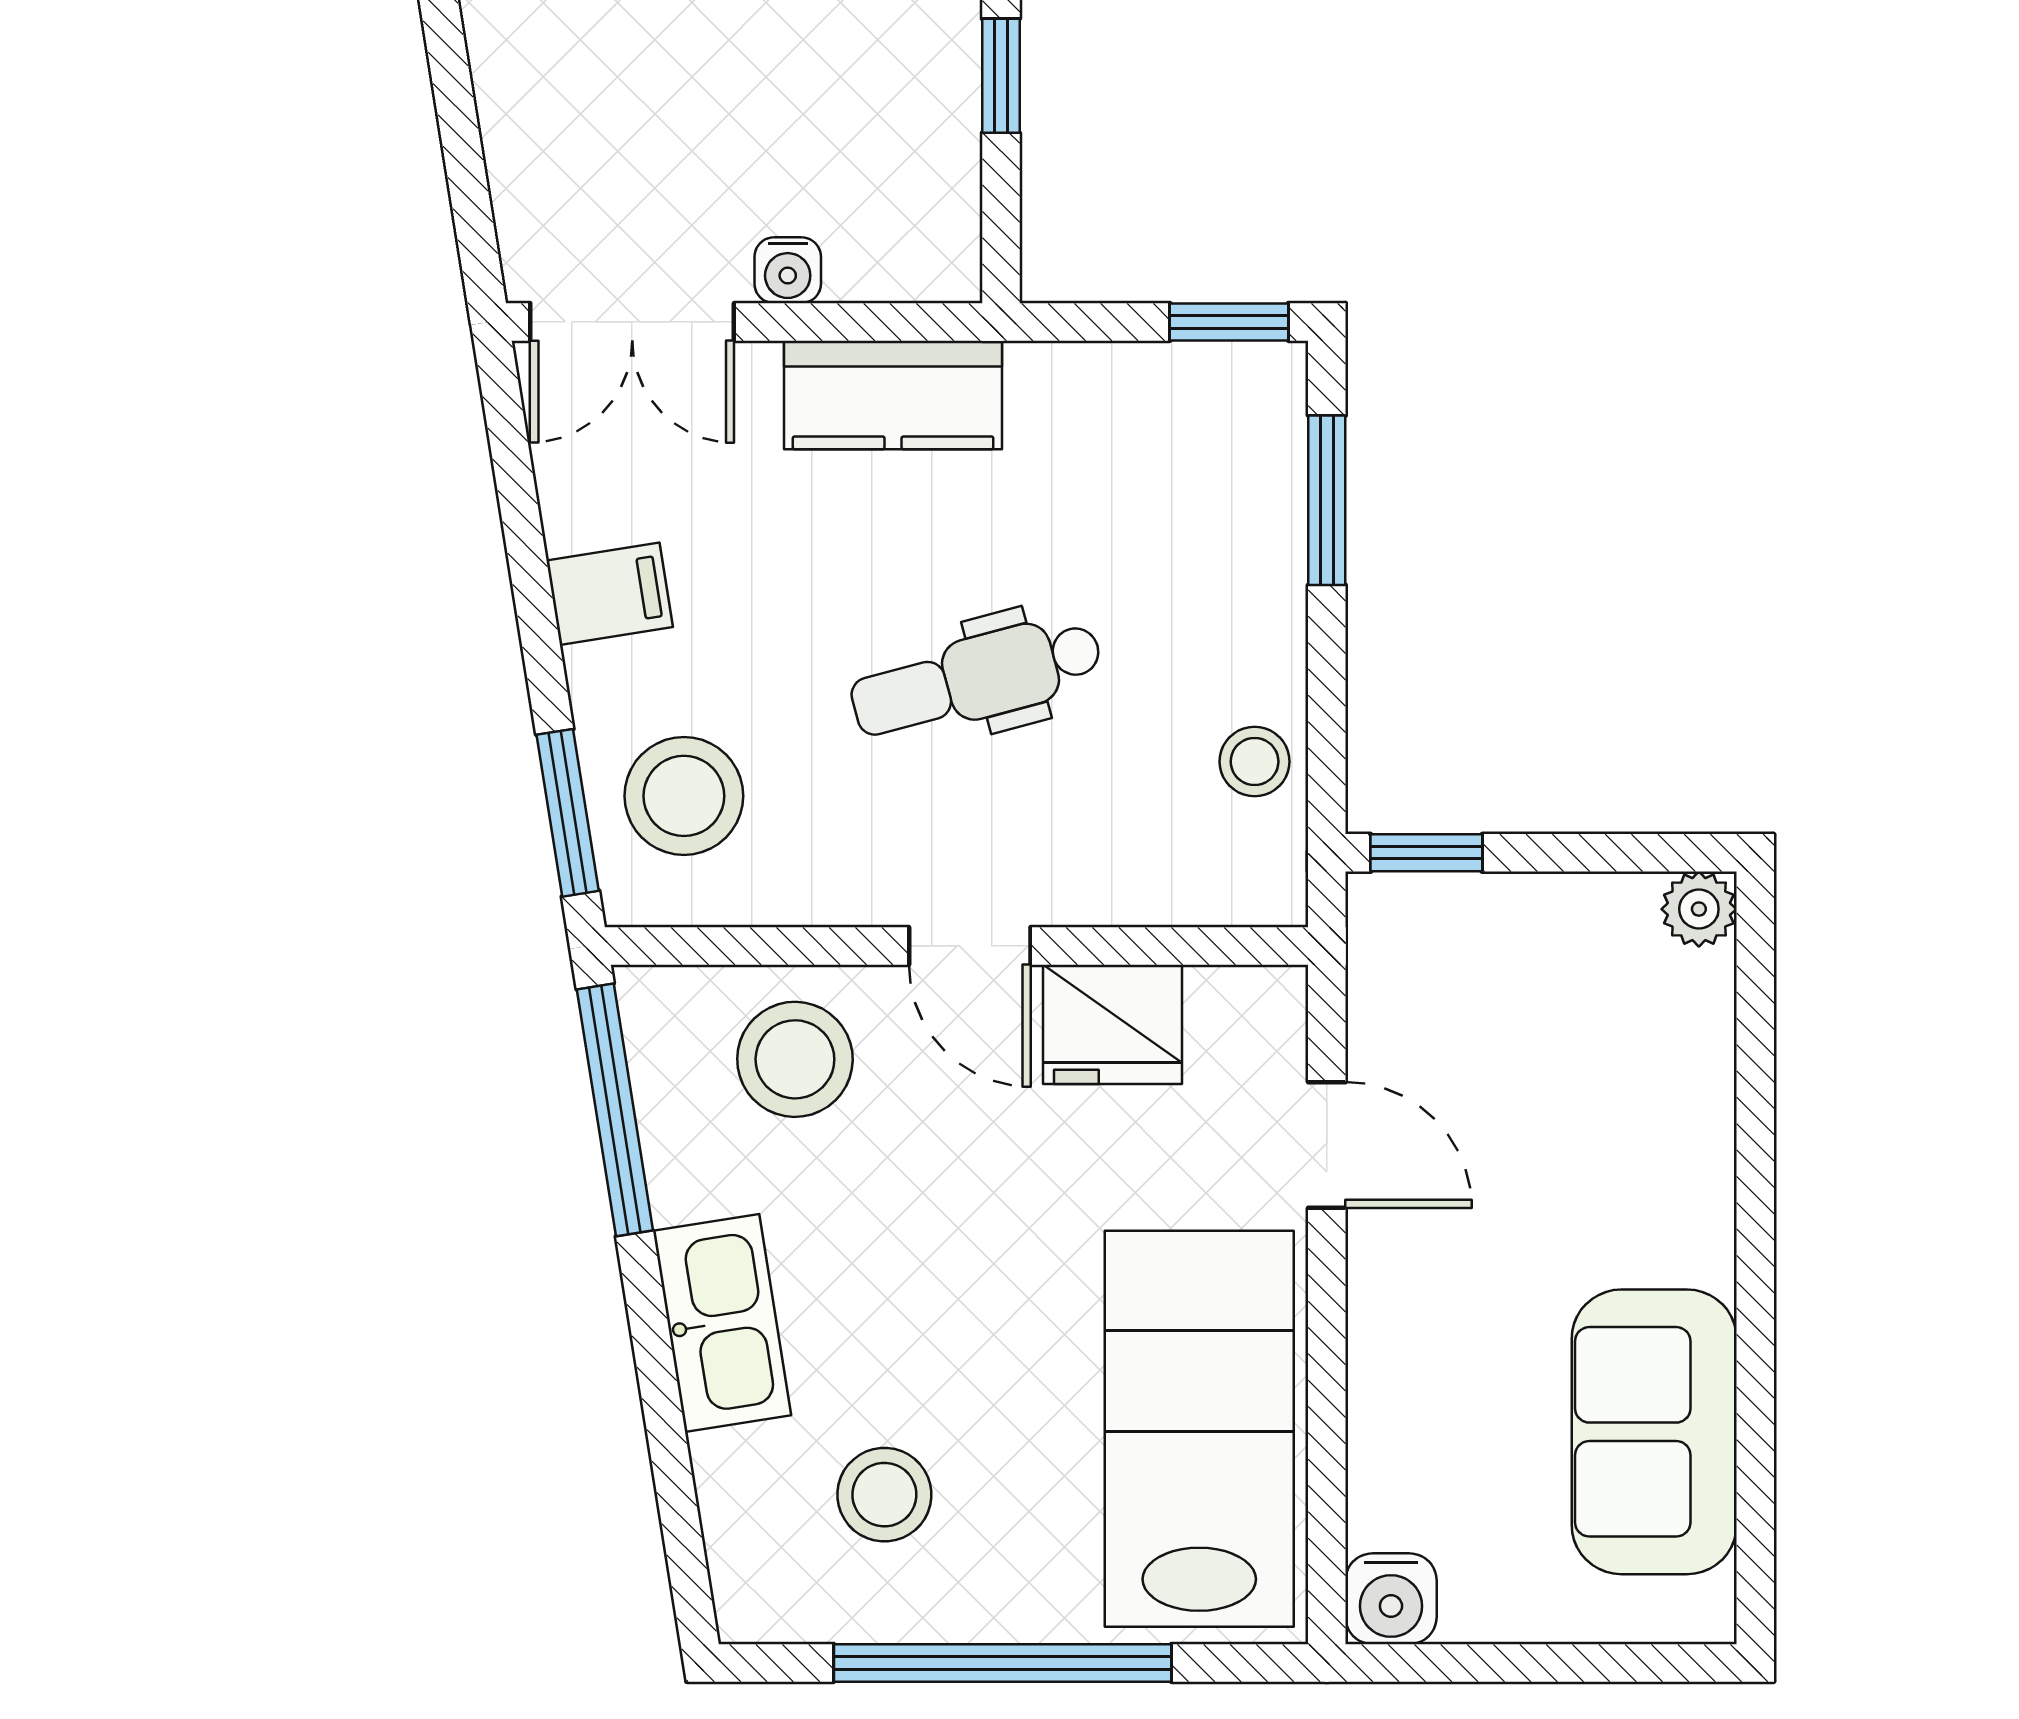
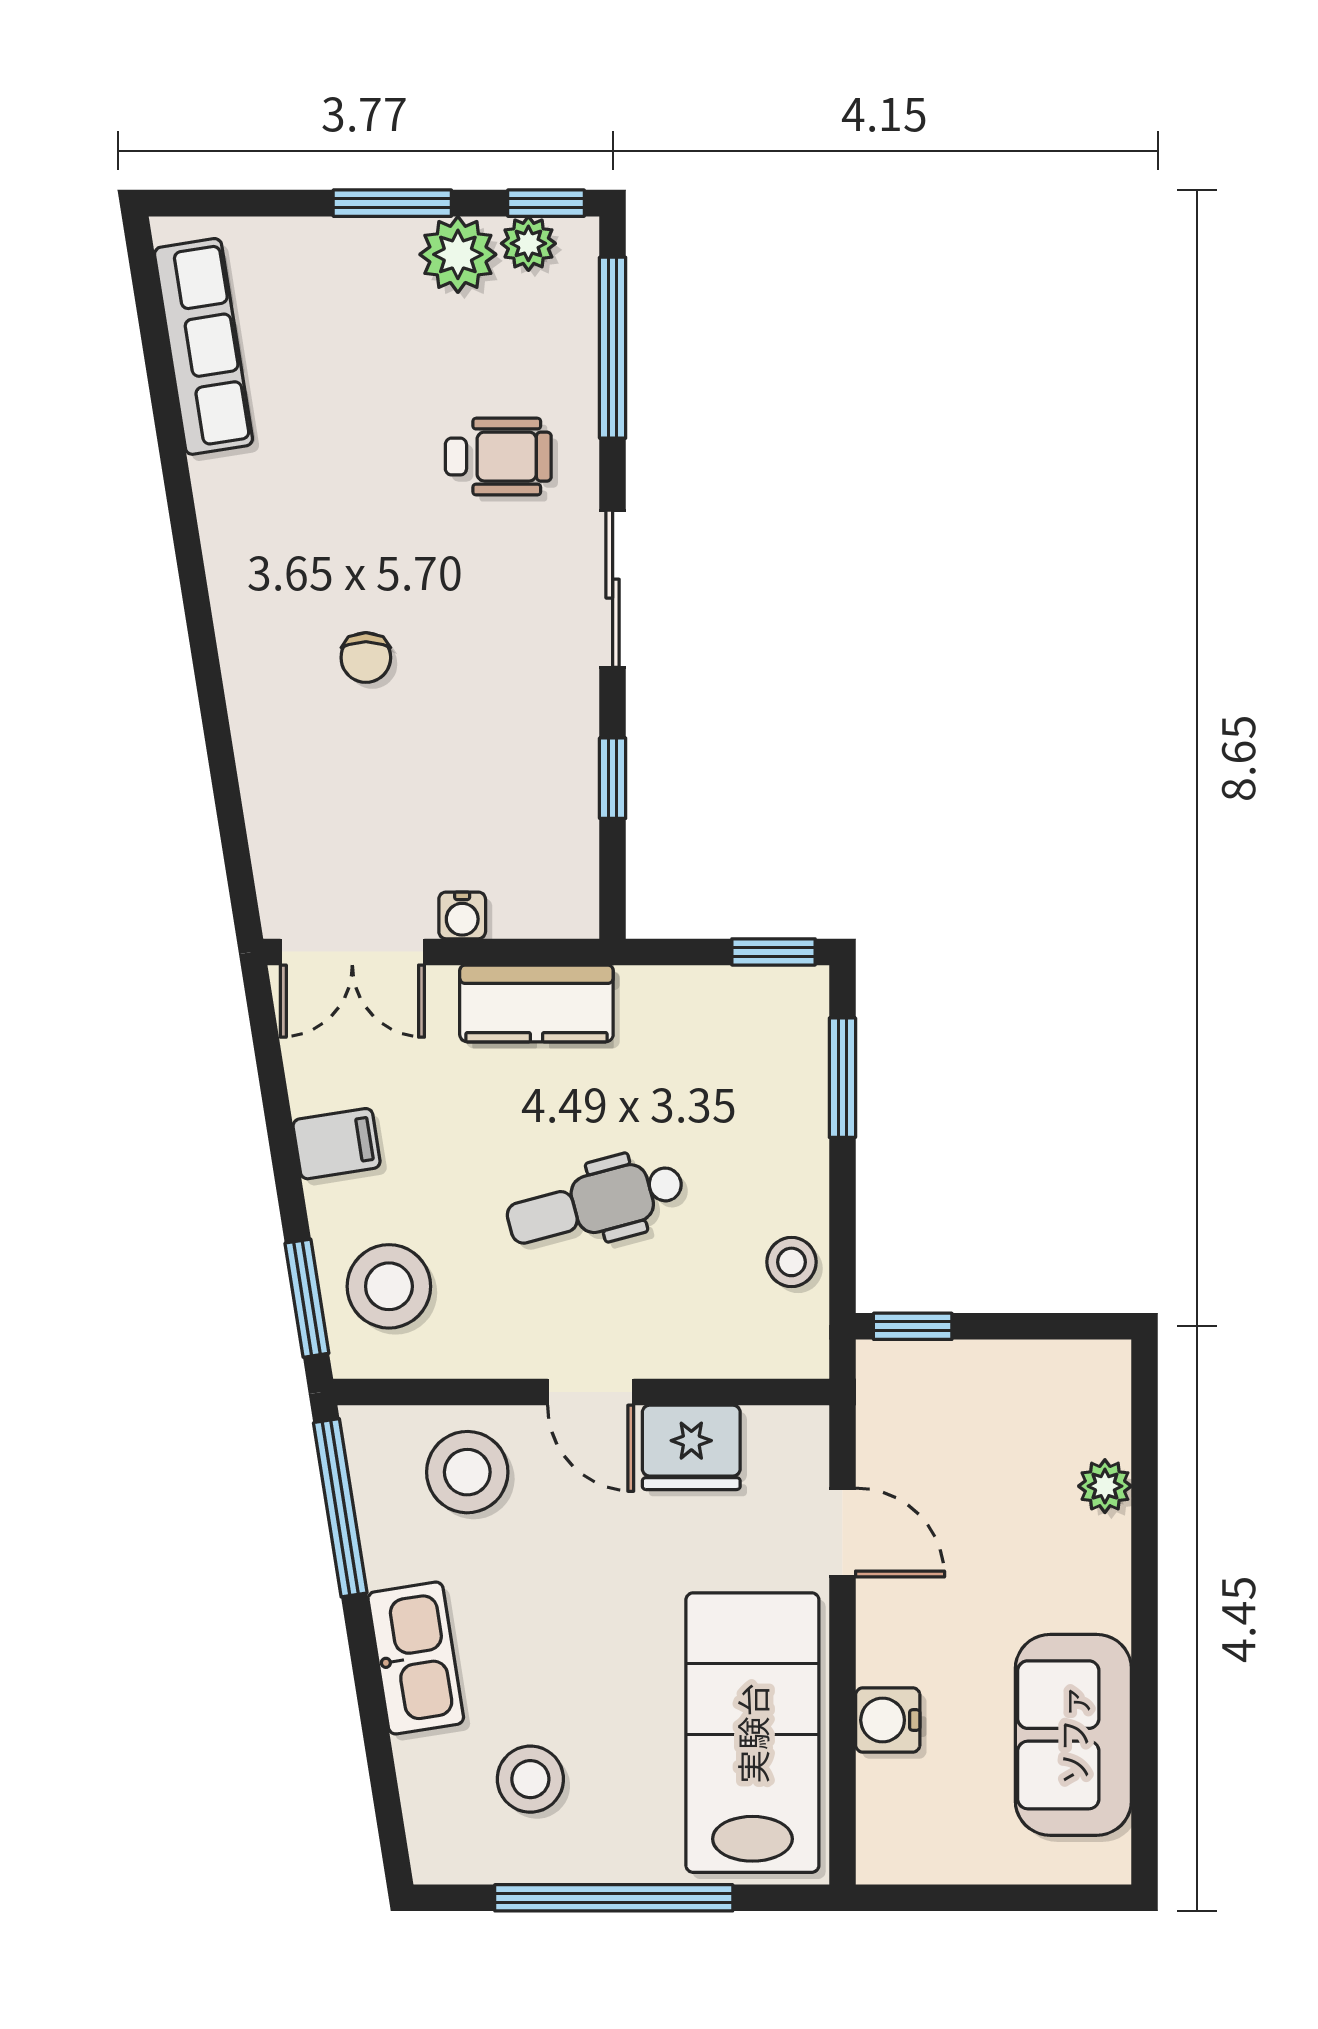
plant: (1699, 909) -> (1105, 1486), moved
water cooler: (1391, 1599) -> (888, 1720), moved, turned 90

